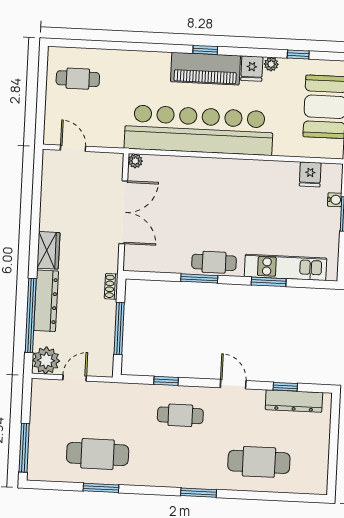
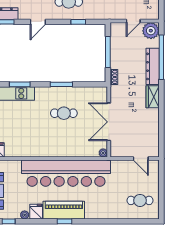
cafe table: (214, 262) -> (64, 113), moved
door: (233, 384) -> (38, 22), hinge flipped

